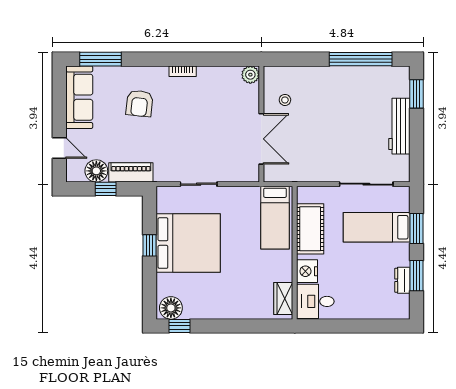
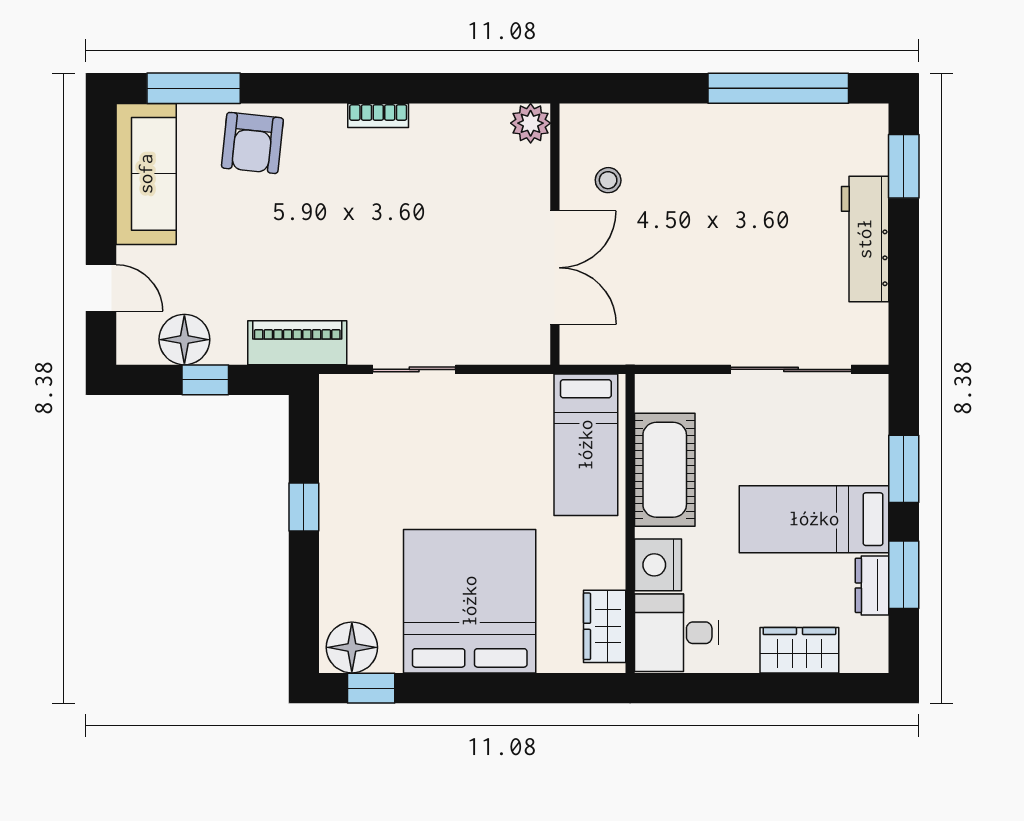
armchair: (139, 103) -> (252, 143), moved
piano: (131, 172) -> (297, 343), moved
bed: (377, 227) -> (814, 519), moved
bed: (188, 243) -> (470, 601), moved, turned -90
wardrobe: (370, 309) -> (799, 650), added

